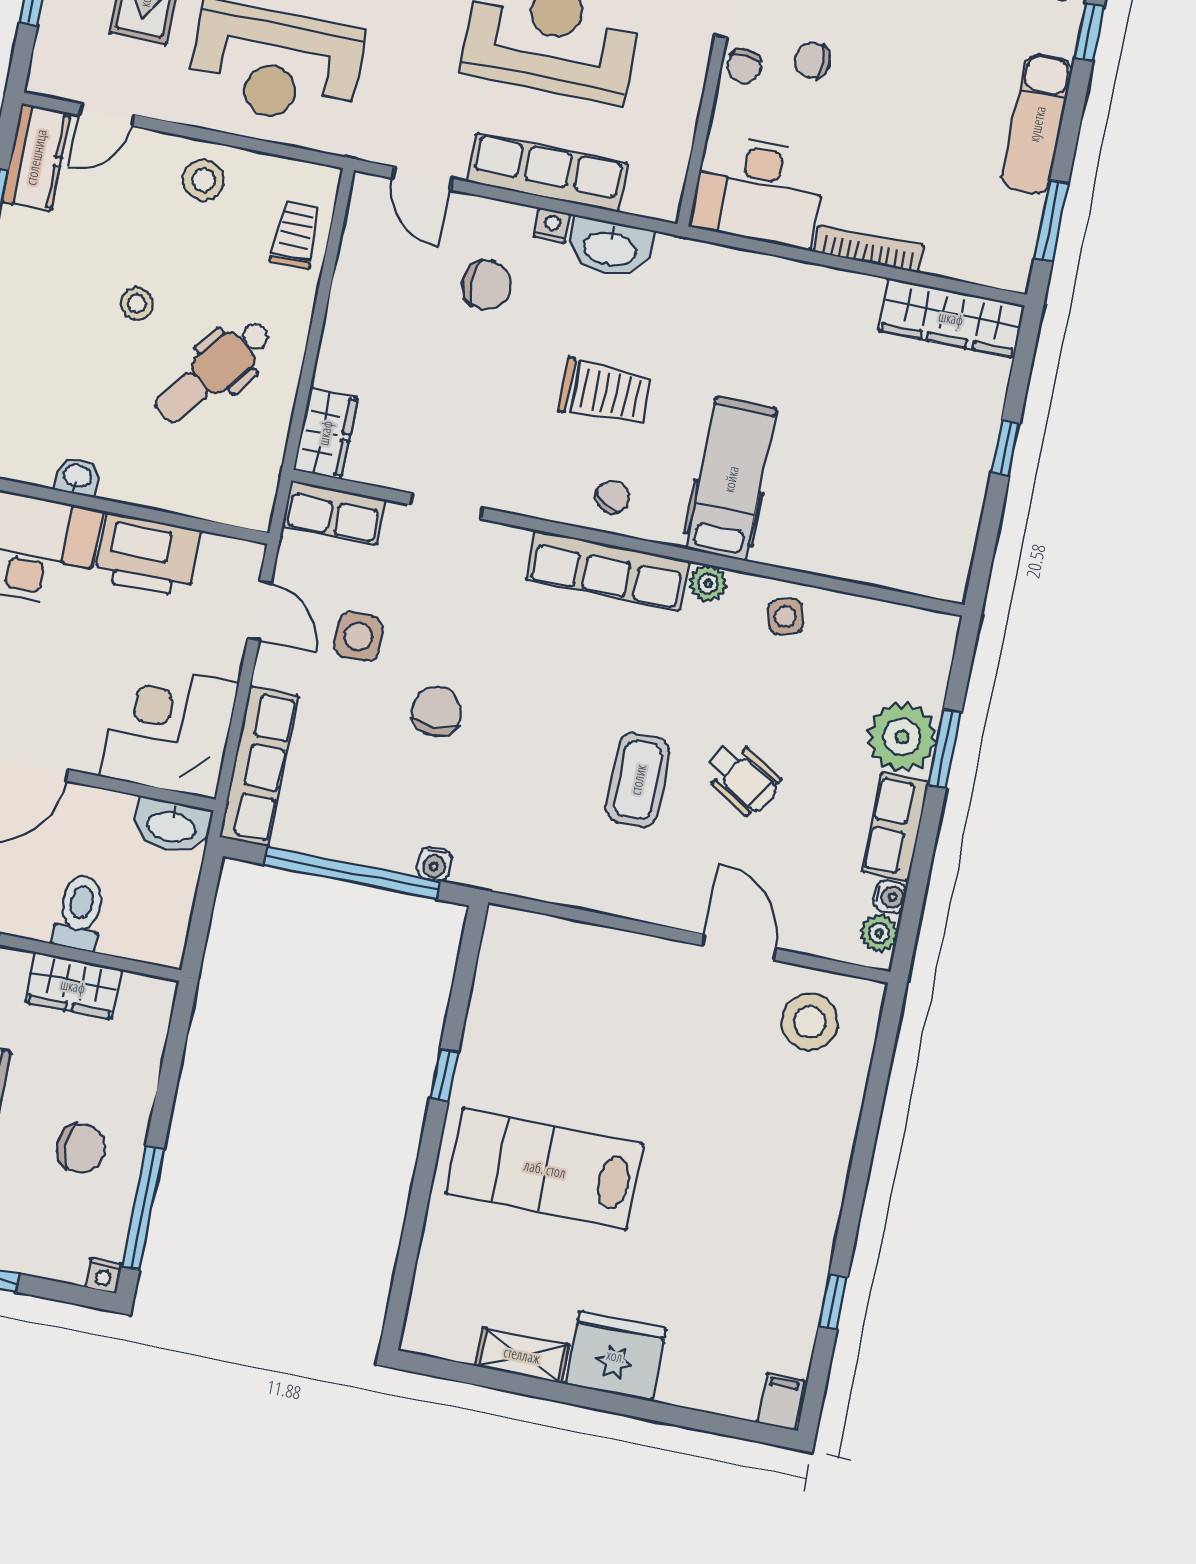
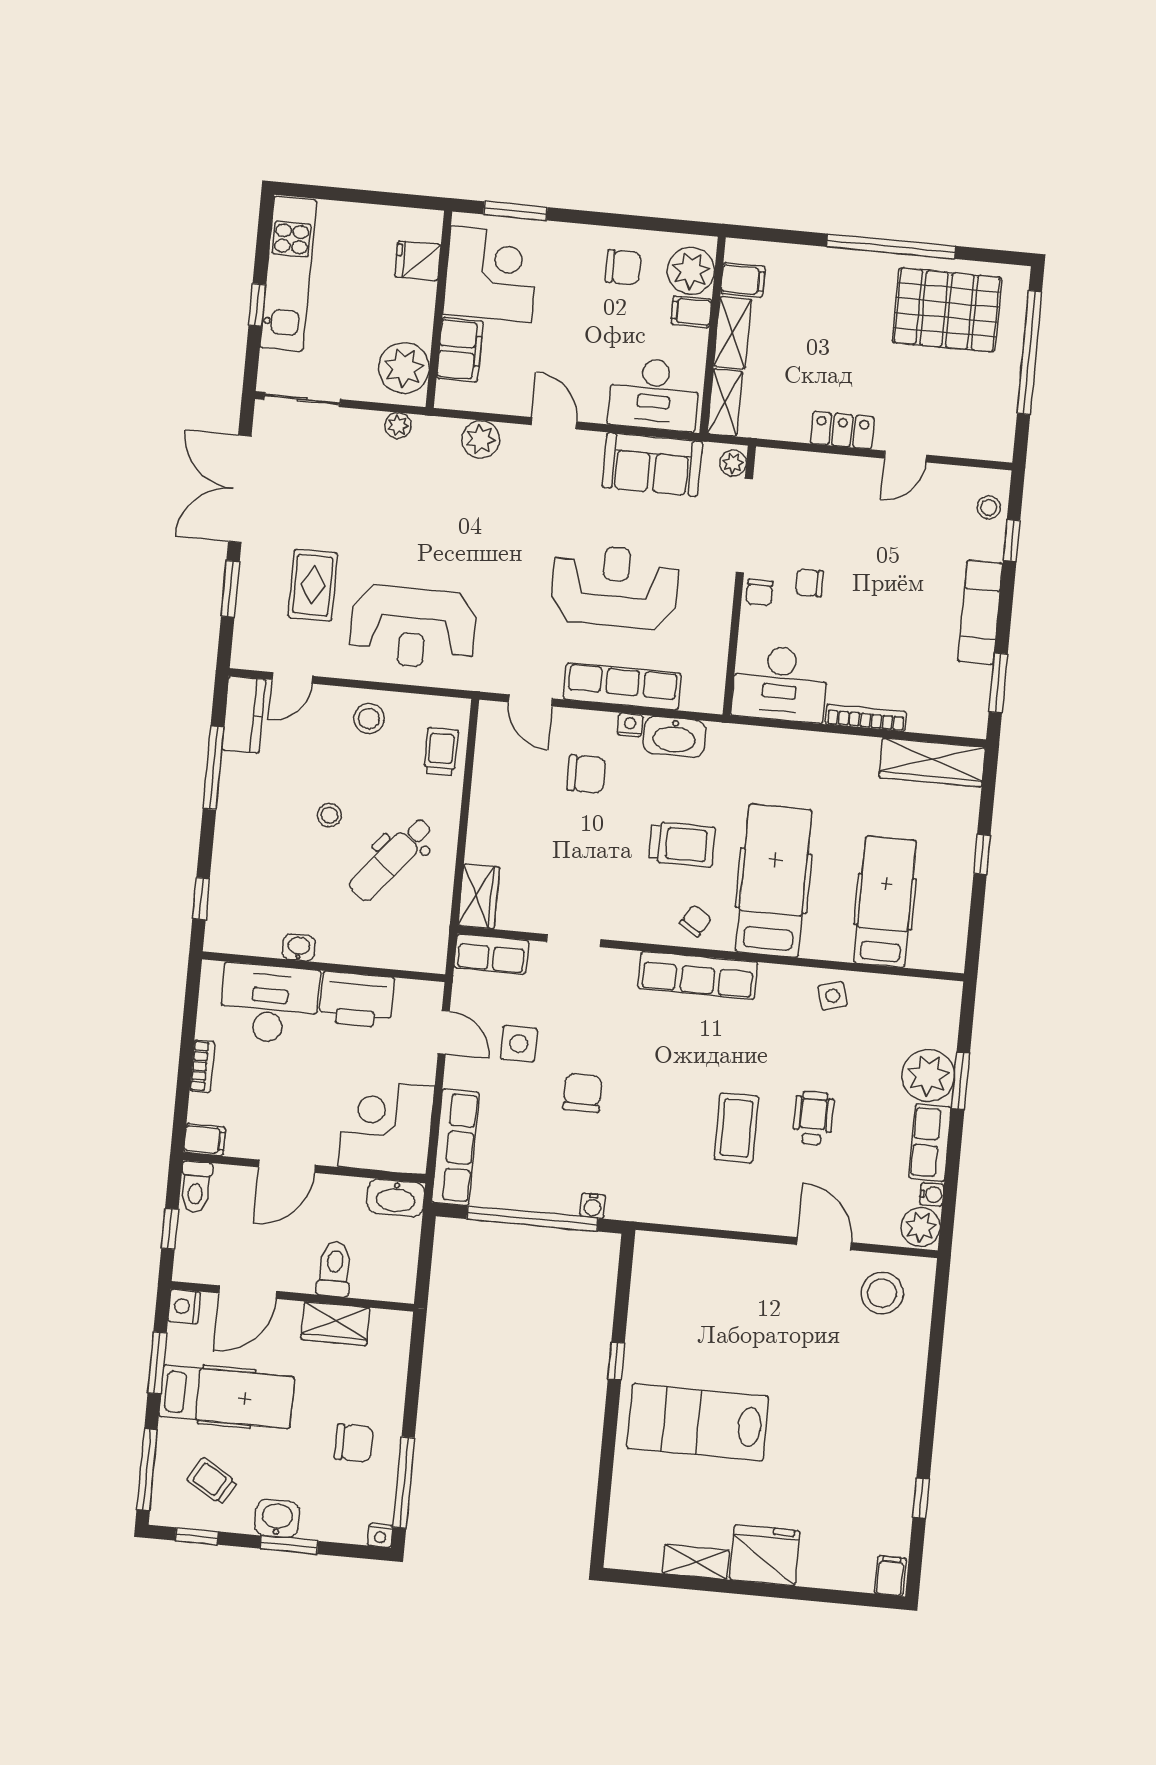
hospital bed: (731, 479) -> (774, 881), width x1.37, depth x1.29
hospital bed: (869, 498) -> (885, 902), added
plant: (708, 583) -> (773, 977), removed
wheelchair: (742, 778) -> (813, 1118), turned -122
plant: (879, 933) -> (921, 1227), width x1.38, depth x1.38

